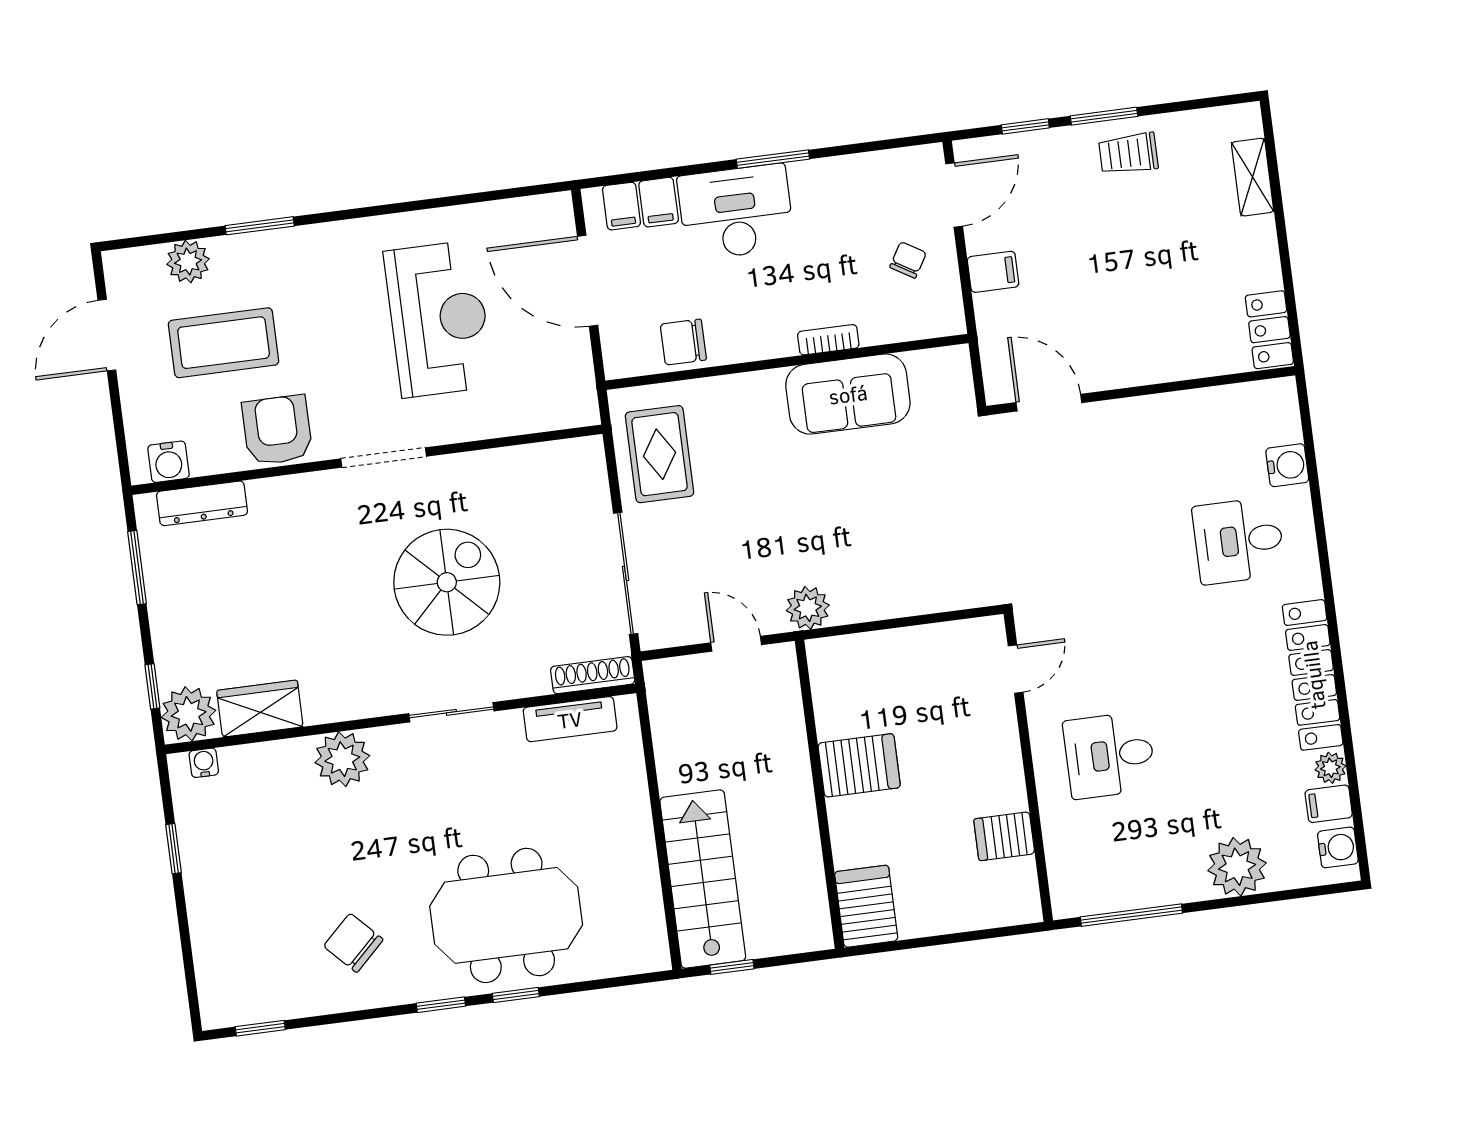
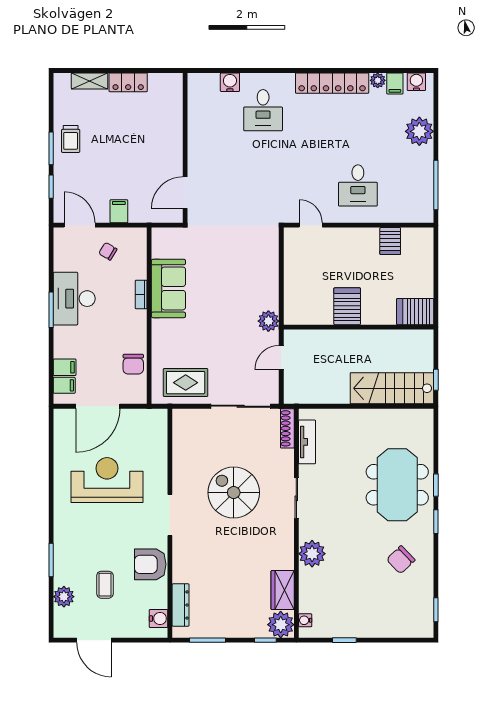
desk: (736, 212) -> (74, 299), moved
locker: (1269, 330) -> (128, 82), moved
coffee table: (224, 343) -> (105, 585), width x0.54, depth x0.58

